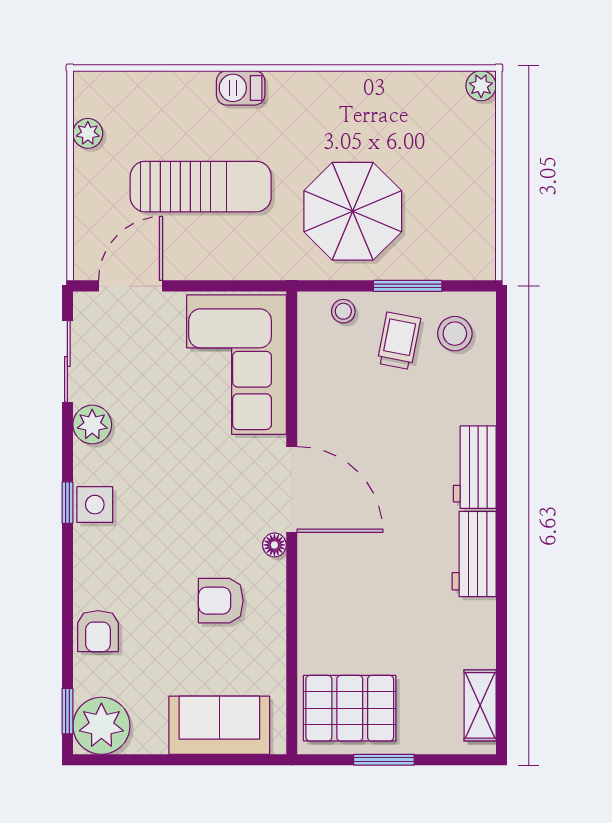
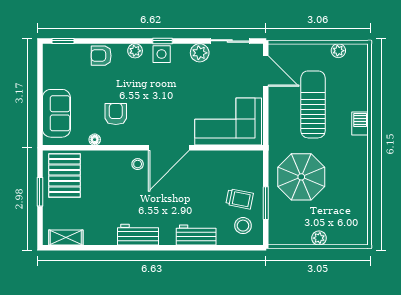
plant: (481, 86) -> (319, 238), moved
sun lounger: (201, 187) -> (313, 104), turned 180
stool: (343, 311) -> (138, 164), moved
workbench: (475, 467) -> (196, 235), moved
floor lamp: (274, 545) -> (95, 140), moved
plant: (101, 726) -> (135, 51), moved, width x0.53, depth x0.53

